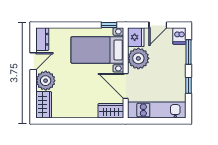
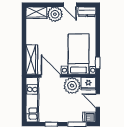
door: (126, 86) -> (51, 76), hinge flipped
wardrobe: (111, 111) -> (32, 60), width x1.50

